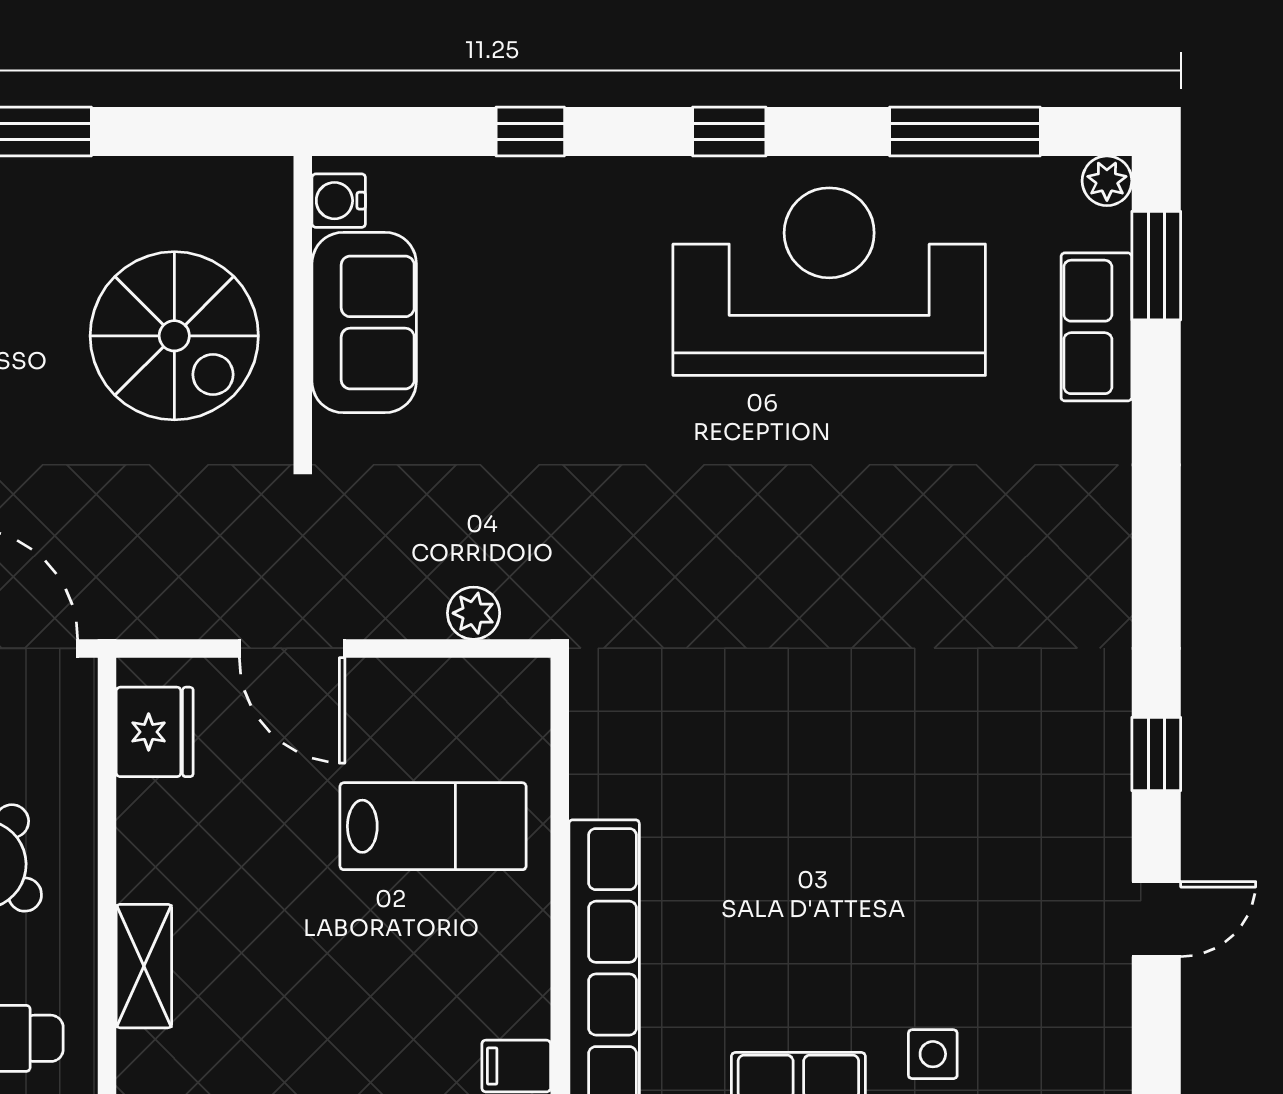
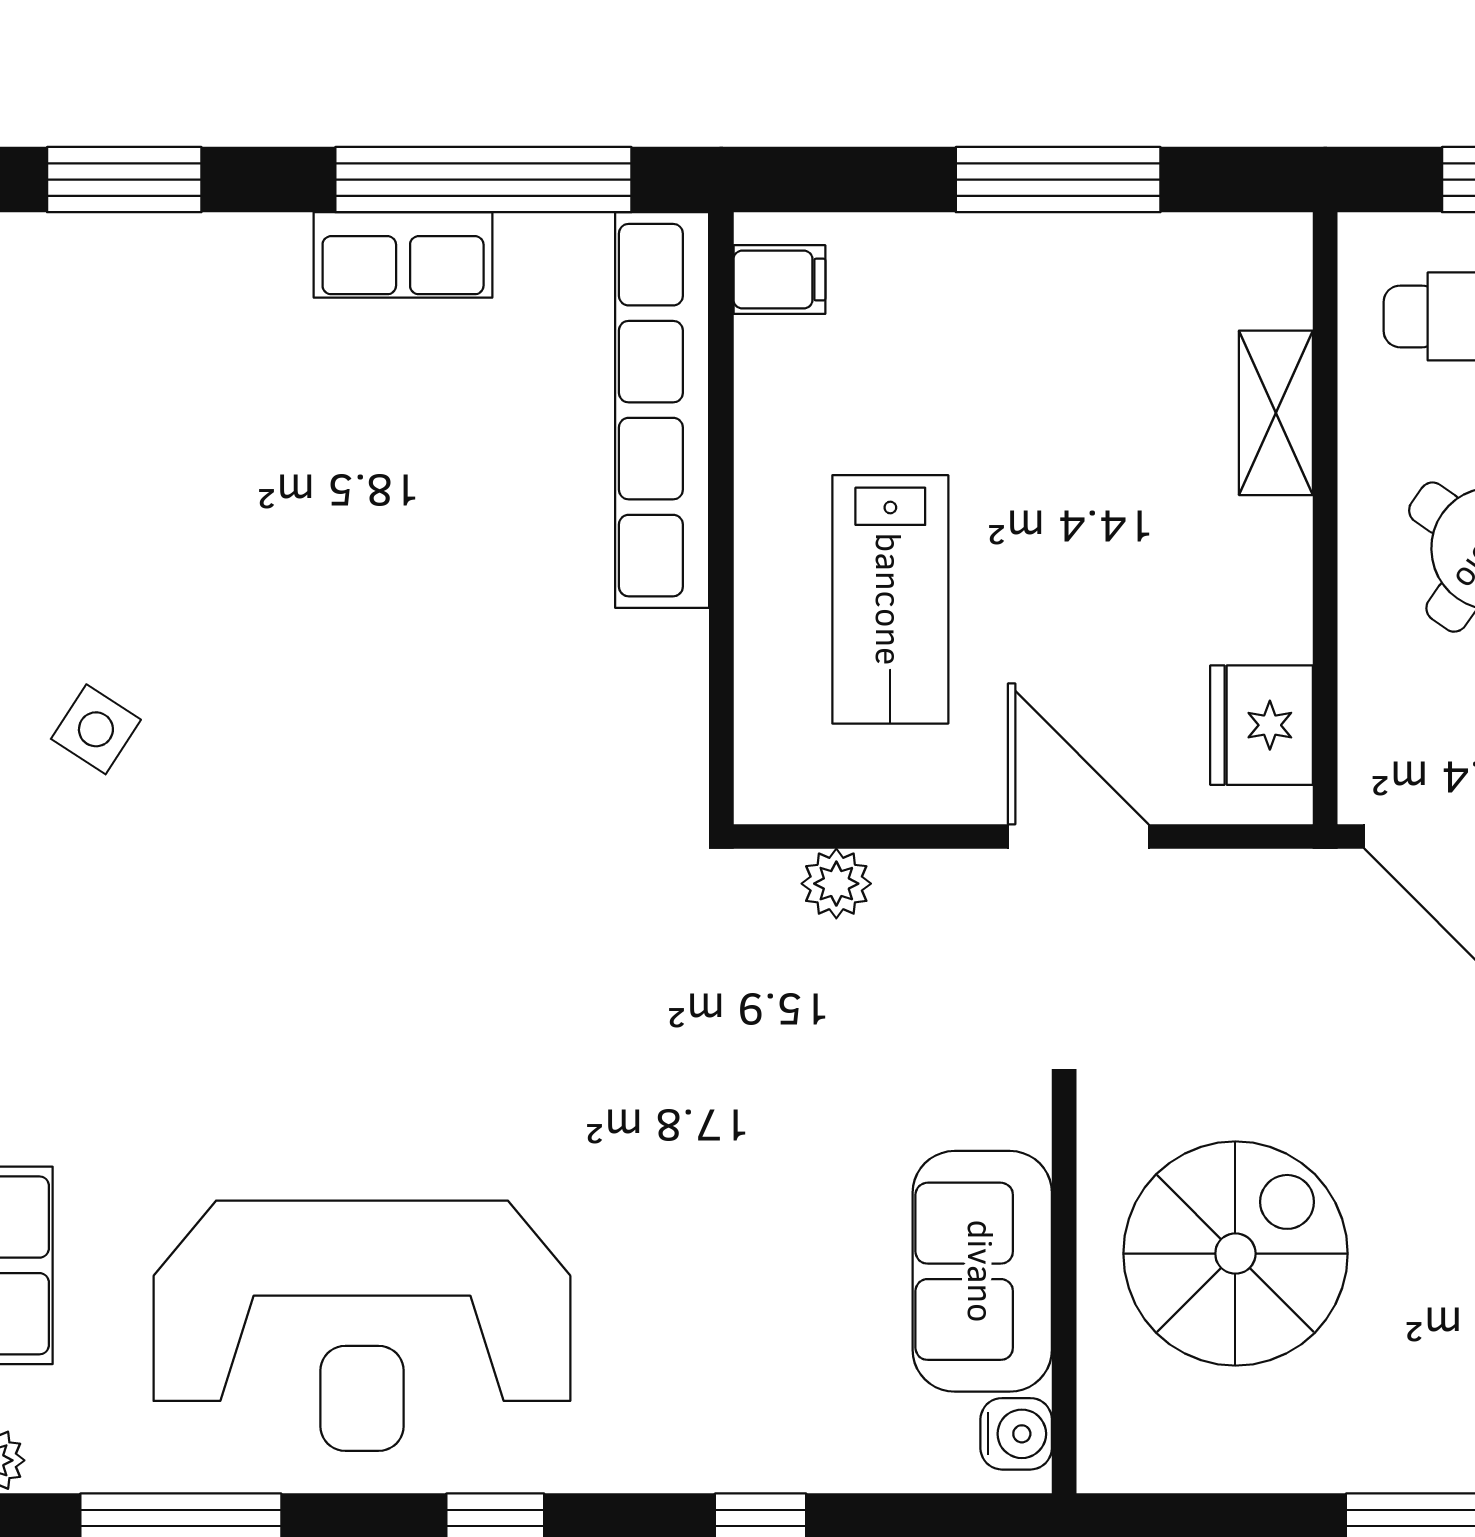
spiral stairs: (174, 336) -> (1235, 1254), turned 90
lab bench: (433, 826) -> (890, 599), turned -90
side table: (933, 1054) -> (96, 729), moved, turned 33

